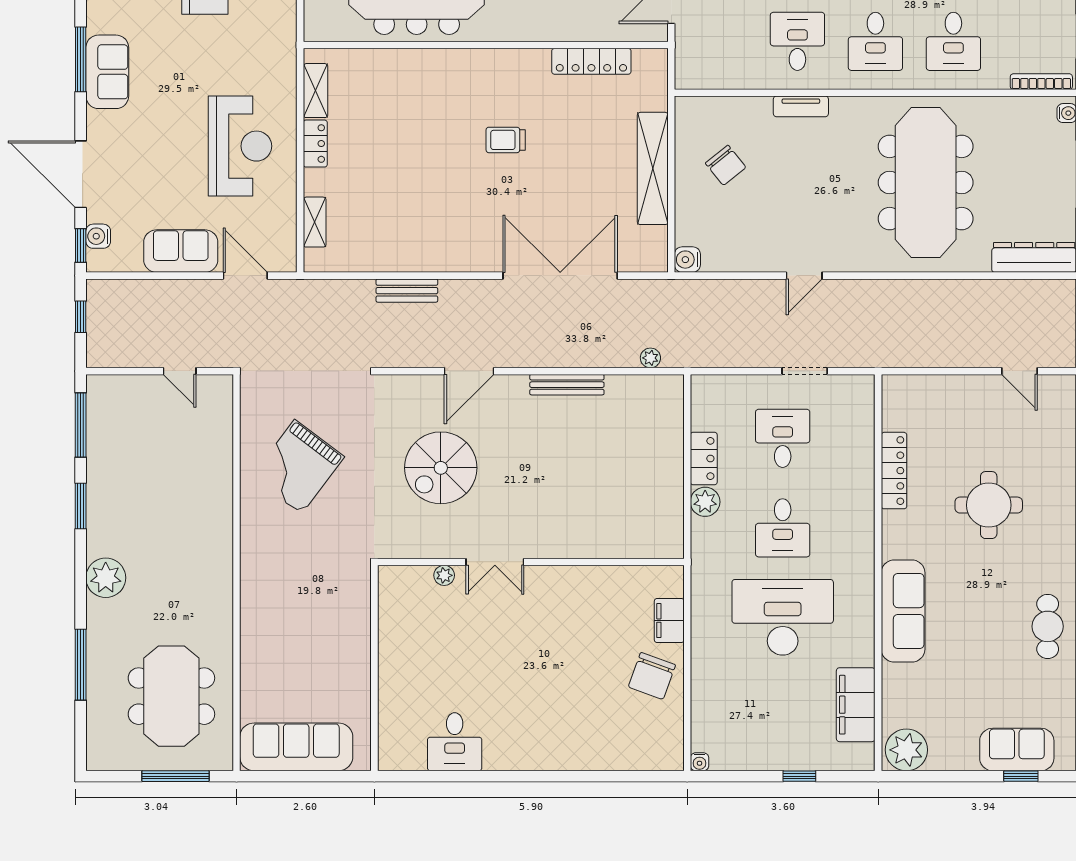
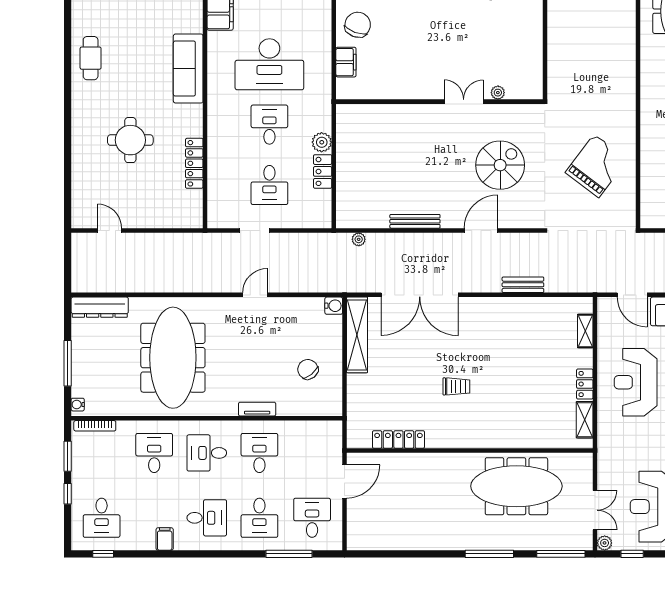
desk: (797, 41) -> (259, 453), turned 180
desk: (875, 41) -> (207, 453), turned -90
shelving: (653, 168) -> (357, 335), moved

